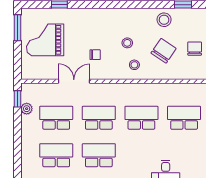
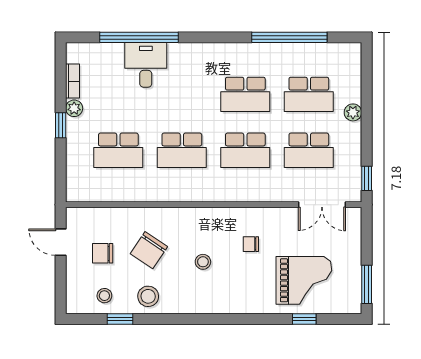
grand piano: (45, 40) -> (304, 280), moved
chair: (195, 49) -> (103, 253), turned 90
stool: (134, 65) -> (104, 296), moved
double door: (74, 81) -> (322, 205), moved
plant: (27, 109) -> (353, 112), moved

